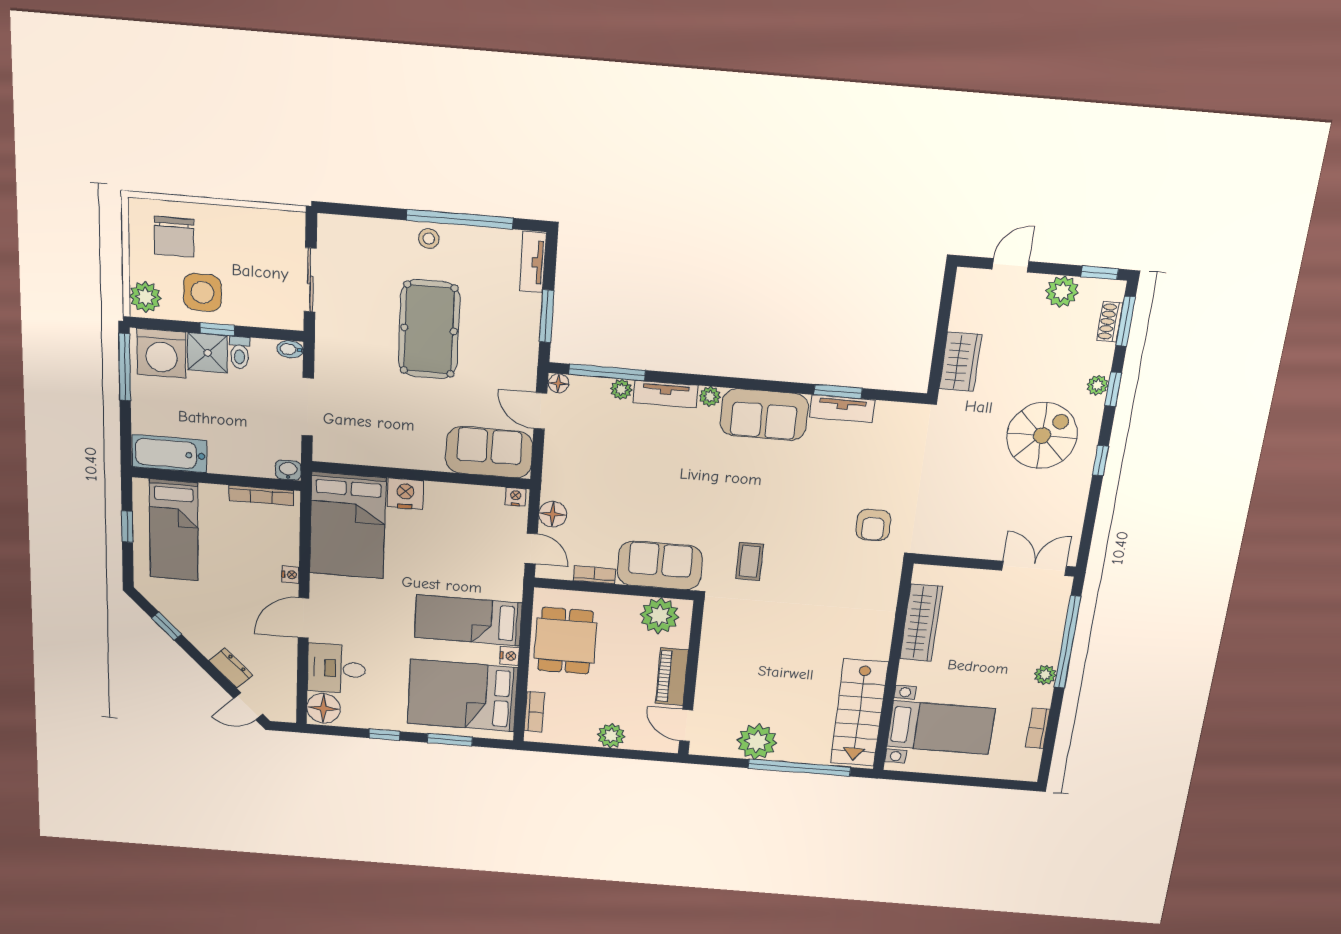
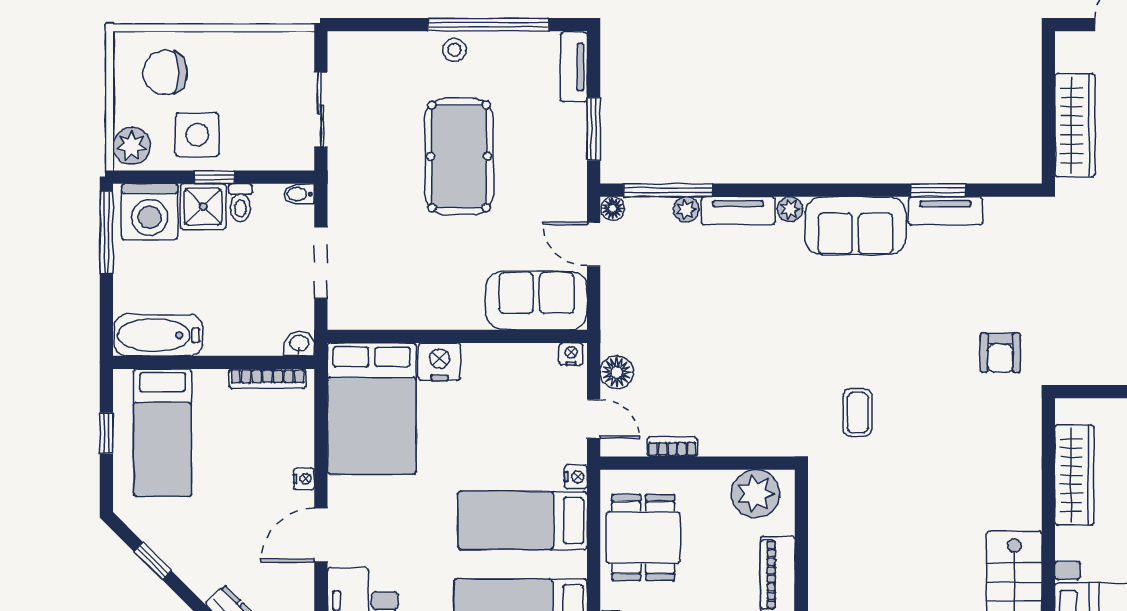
chair: (174, 237) -> (165, 72), turned 90
wardrobe: (960, 362) -> (1075, 125), width x1.50
sofa: (660, 565) -> (750, 427), removed
nightstand: (509, 656) -> (576, 477), moved

